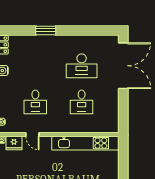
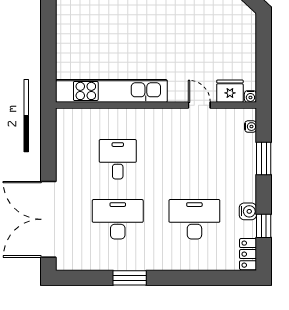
window: (46, 30) -> (130, 278), moved
desk: (35, 102) -> (194, 219), moved, width x1.37

